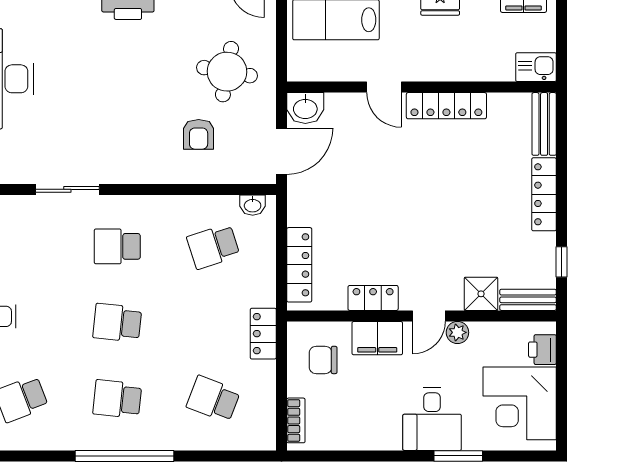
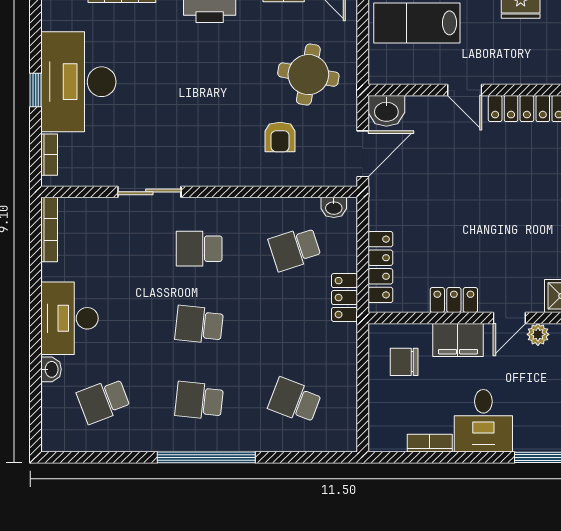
locker: (263, 334) -> (344, 298), moved
desk: (432, 419) -> (483, 421), moved
bookcase: (296, 420) -> (430, 443), moved, turned -90

